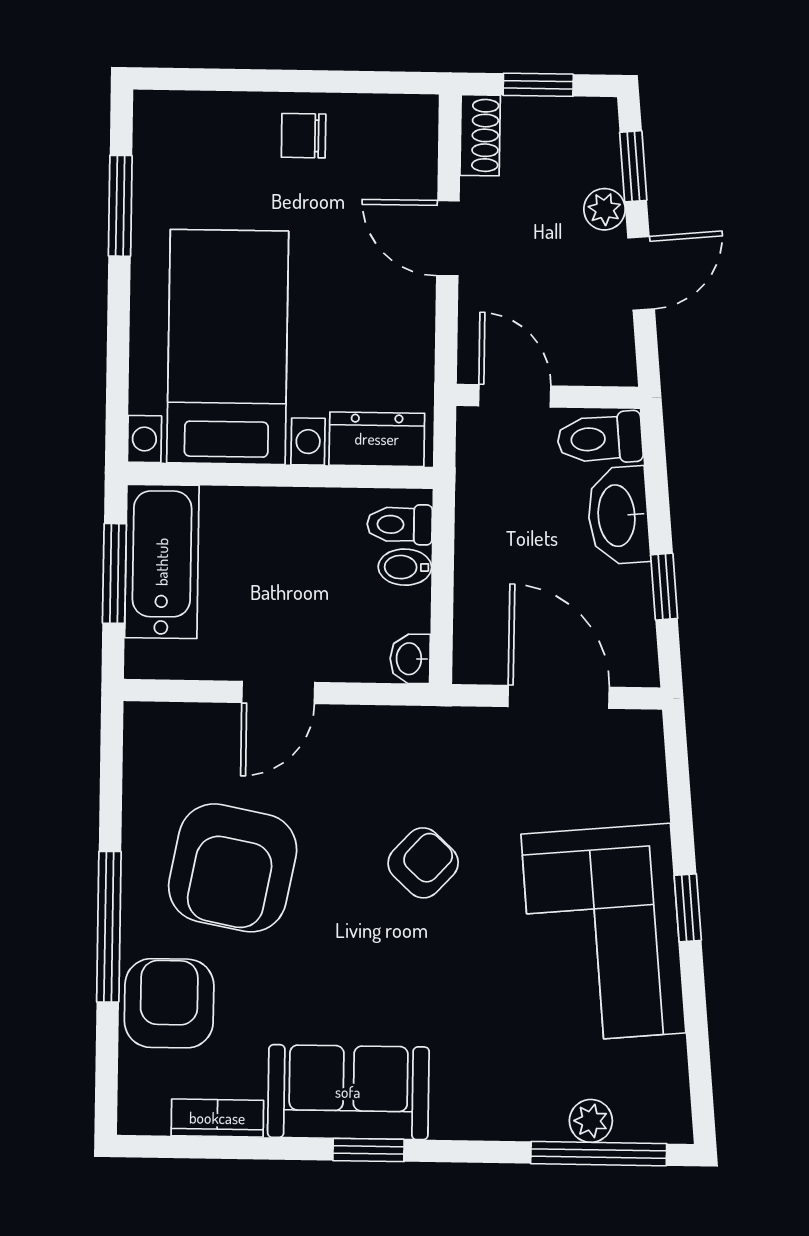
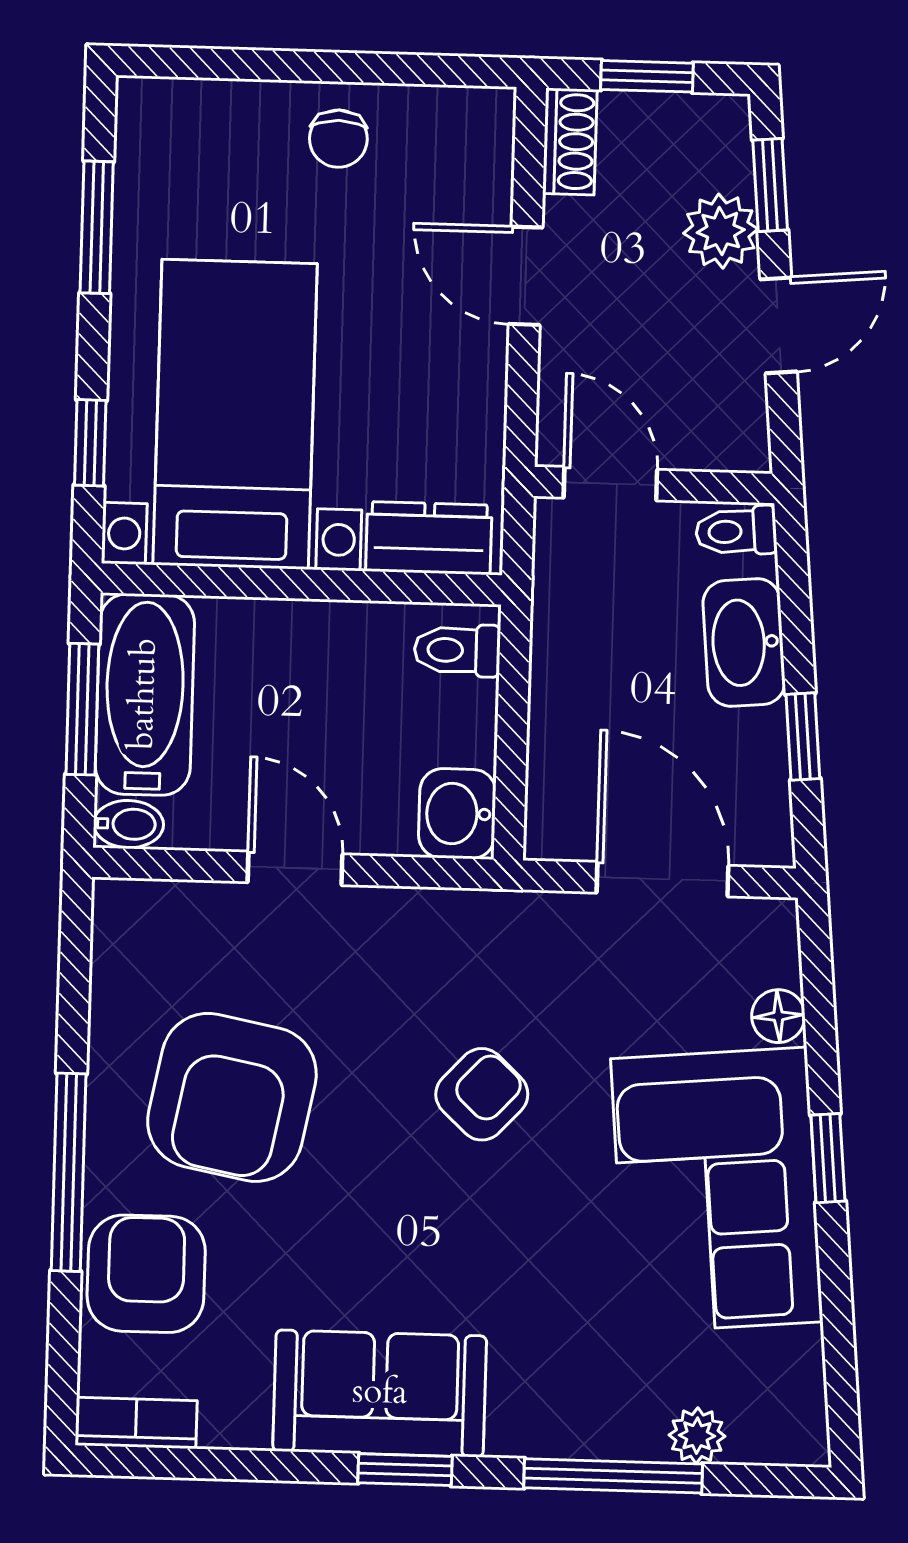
chair: (304, 136) -> (338, 139), turned -90
plant: (604, 209) -> (721, 231), width x1.38, depth x1.38
window: (118, 370) -> (90, 443), added
toilet: (600, 438) -> (736, 531), width x0.73, depth x0.72
bidet: (405, 567) -> (129, 824), moved, turned 180
washbasin: (410, 659) -> (457, 814), width x1.38, depth x1.45
door: (278, 692) -> (295, 868), swing flipped
floor lamp: (648, 800) -> (778, 1016), added
bookcase: (217, 1118) -> (136, 1423), moved
window: (599, 1154) -> (613, 1476), moved

